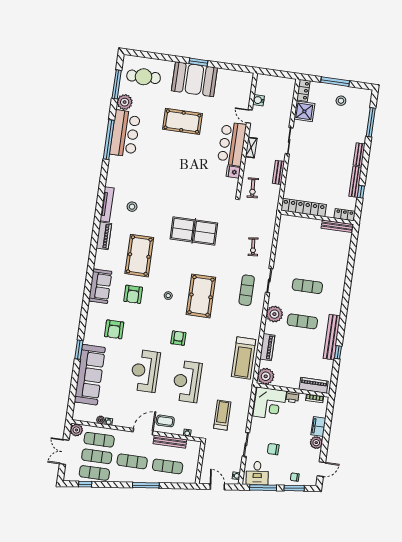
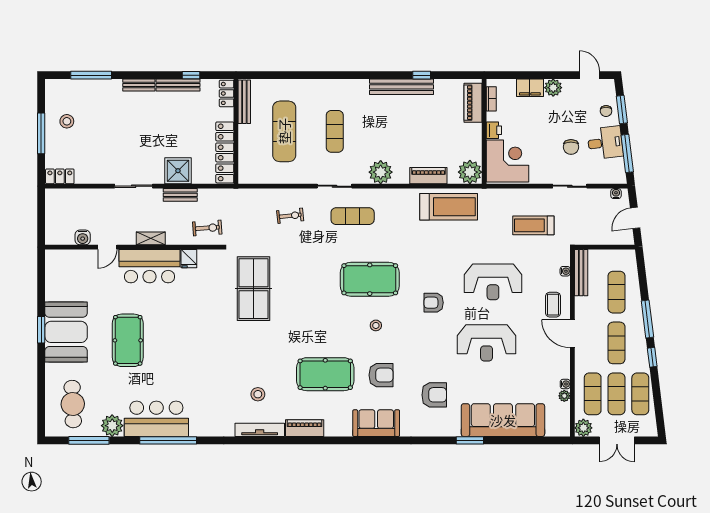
shower: (304, 111) -> (178, 171), moved
table tennis table: (194, 231) -> (253, 289), moved
exercise mat: (302, 321) -> (284, 131), moved, width x1.36, depth x1.45
bench: (170, 442) -> (581, 273), moved
desk: (257, 473) -> (605, 143), moved
window: (85, 484) -> (652, 357), moved

